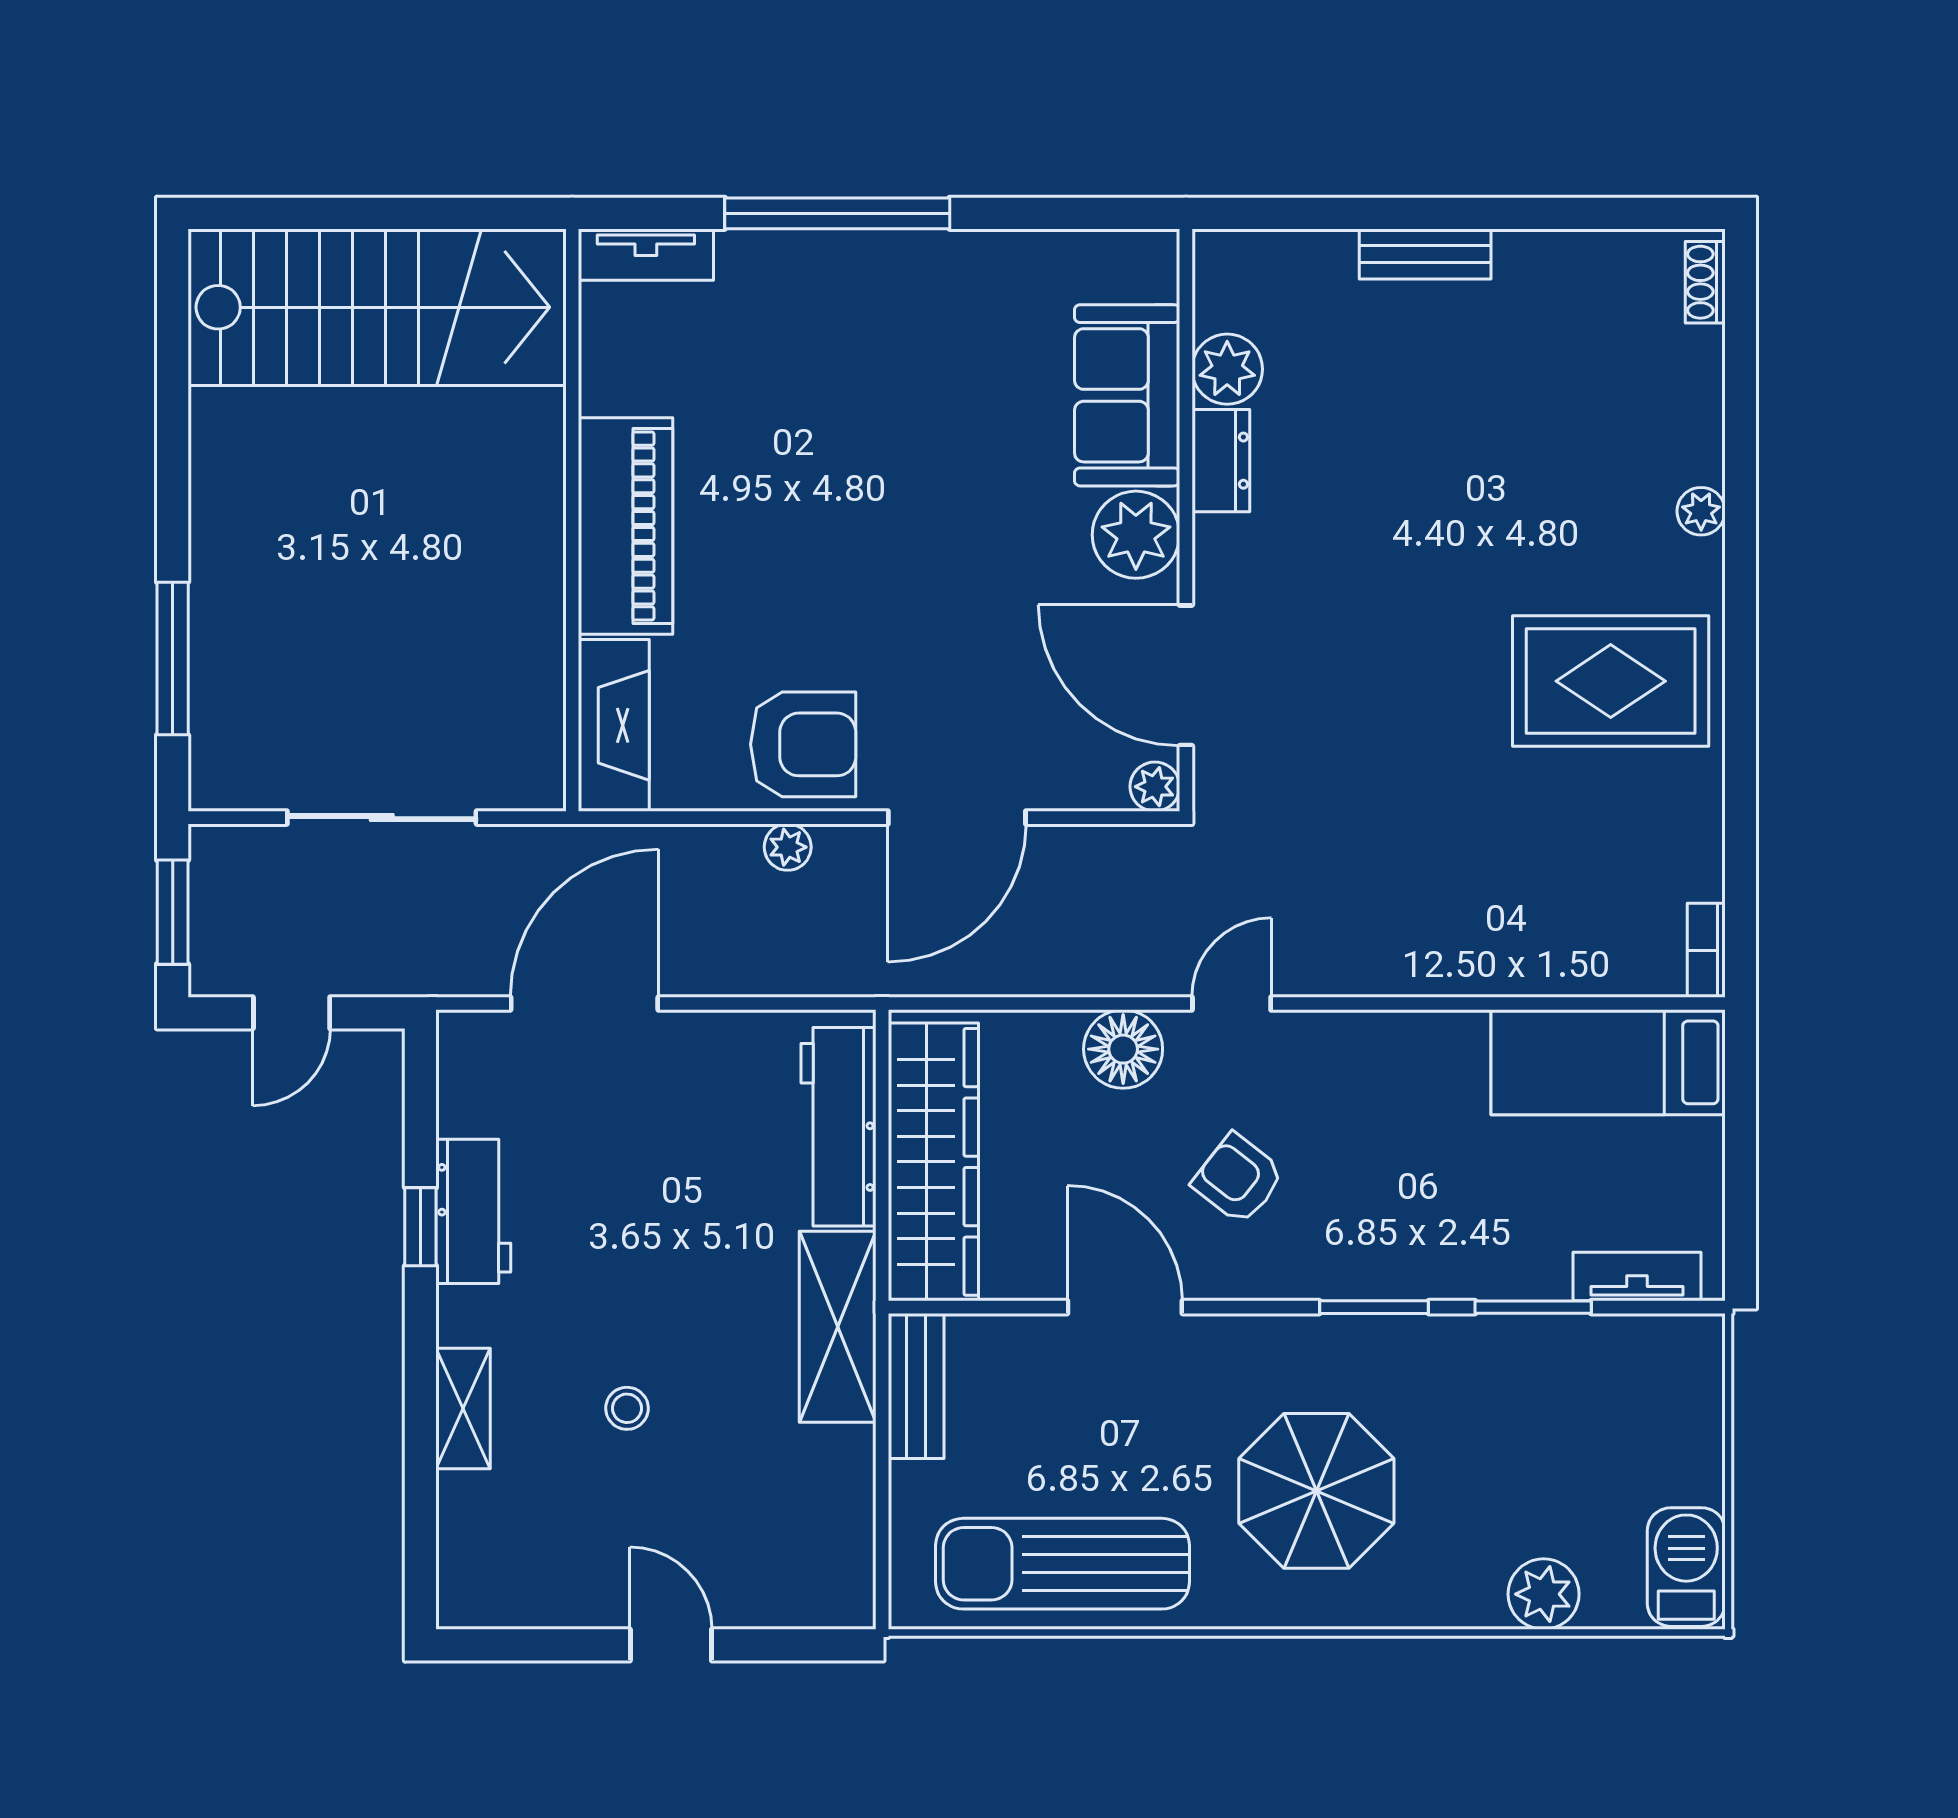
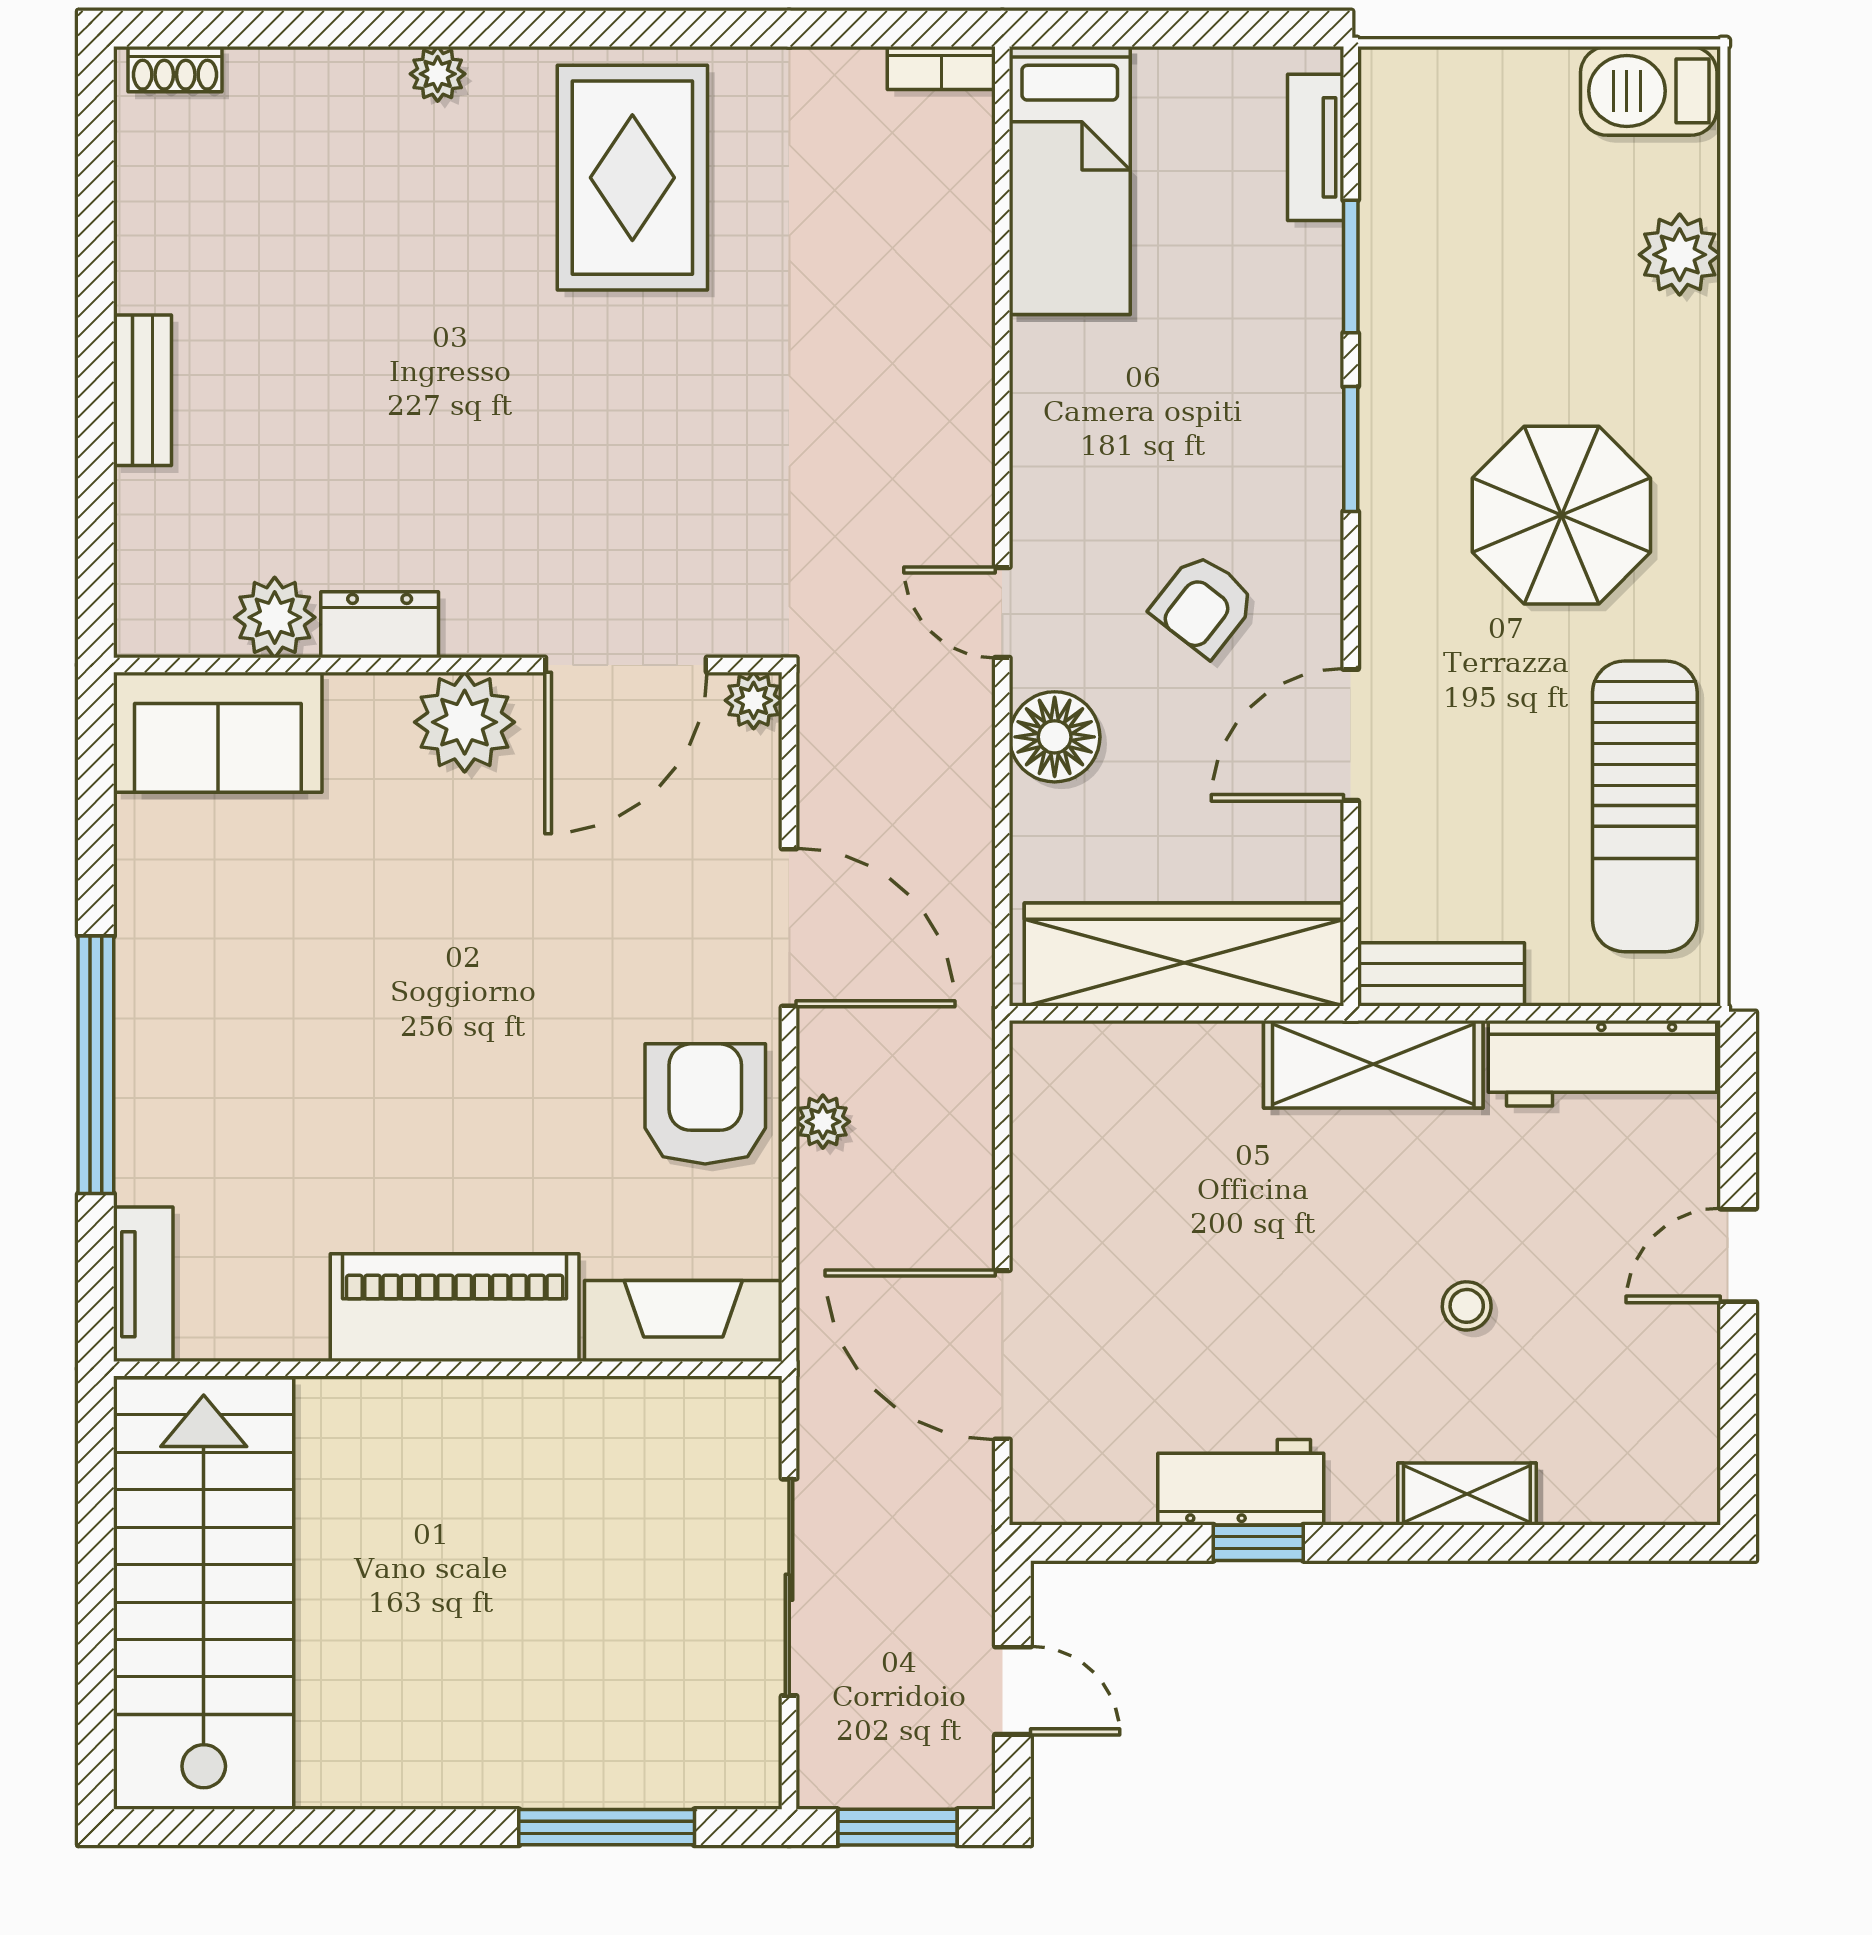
sofa: (1127, 395) -> (218, 732), moved
workbench: (839, 1127) -> (1603, 1063), moved

